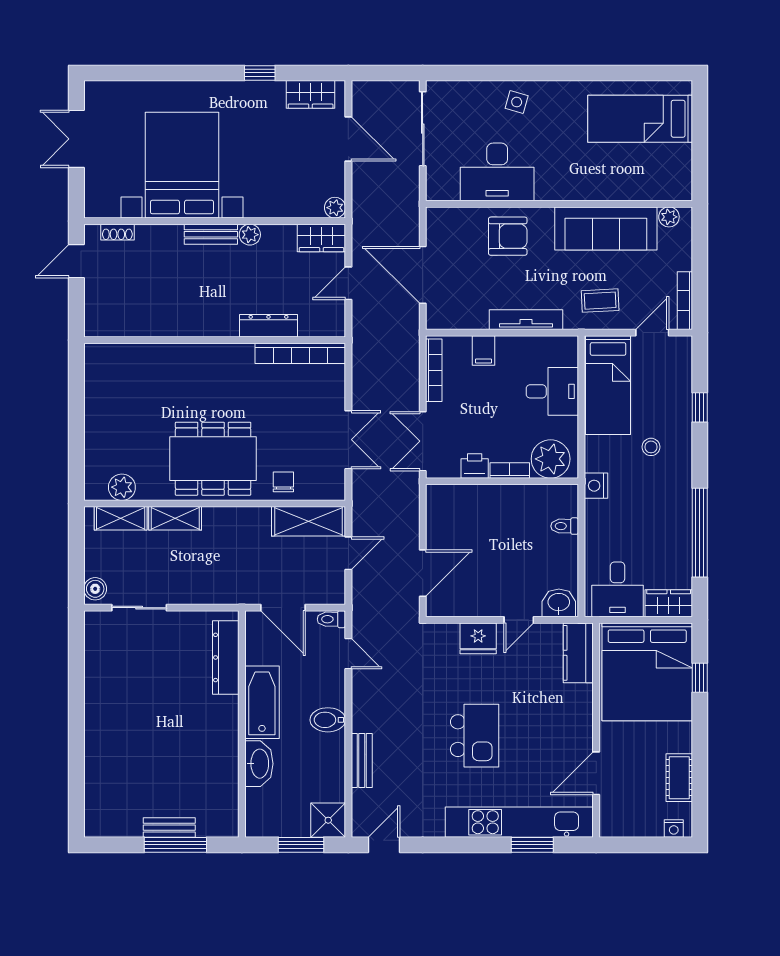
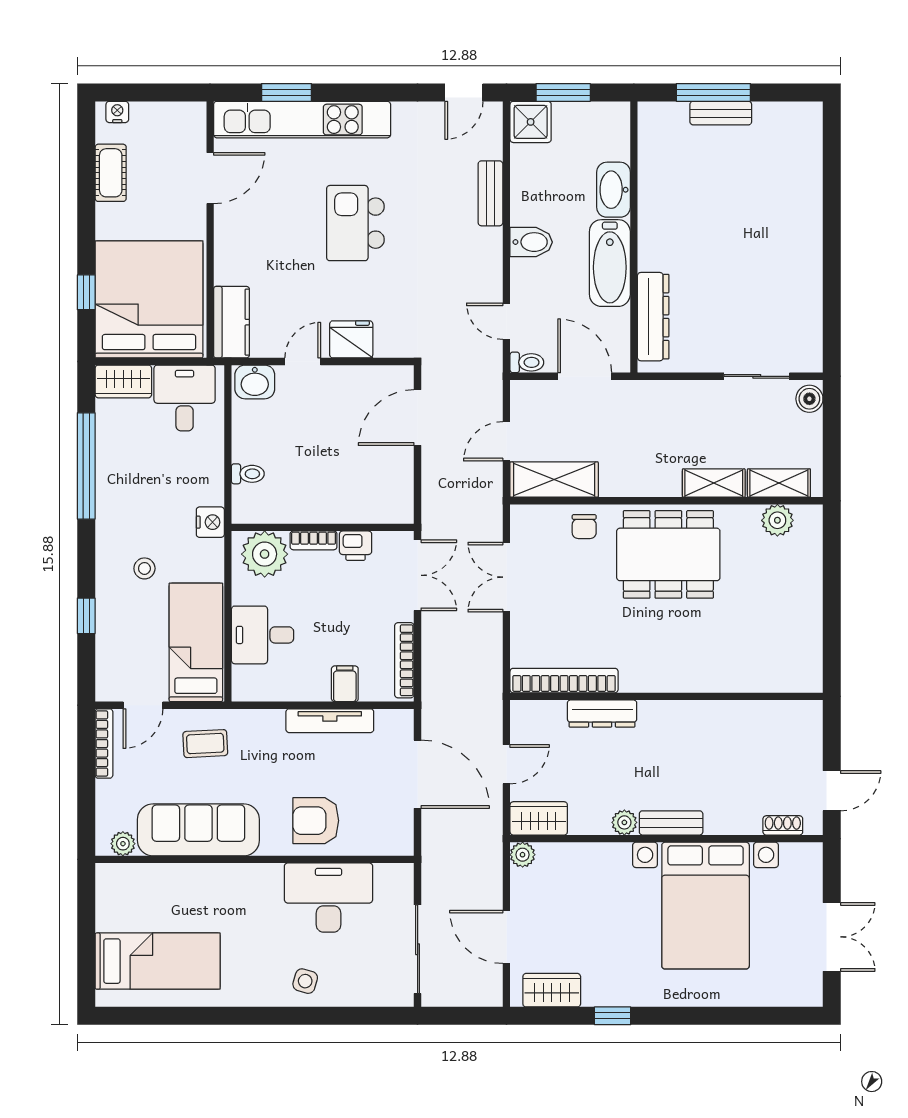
tv unit: (526, 320) -> (330, 721), moved

